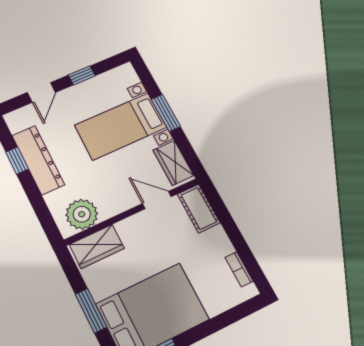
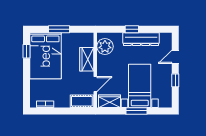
door: (41, 92) -> (175, 57), hinge flipped
window: (17, 160) -> (132, 29), moved
wardrobe: (97, 246) -> (87, 59), moved

